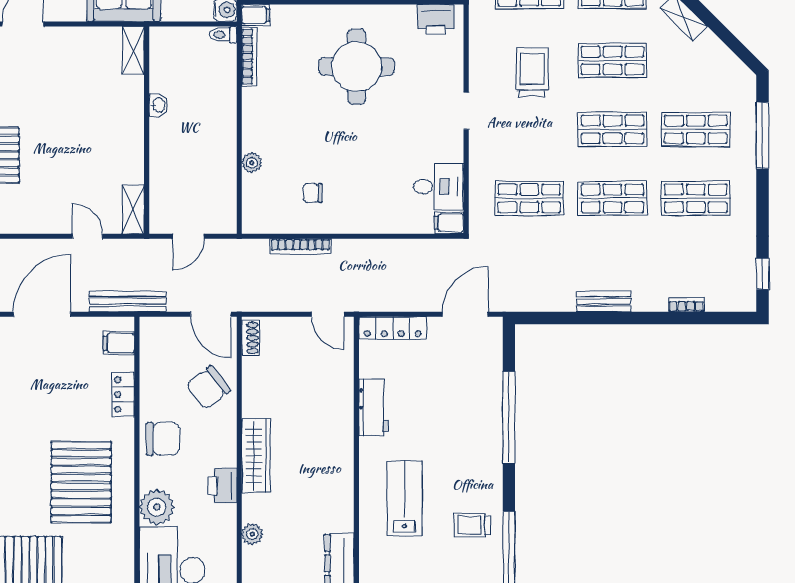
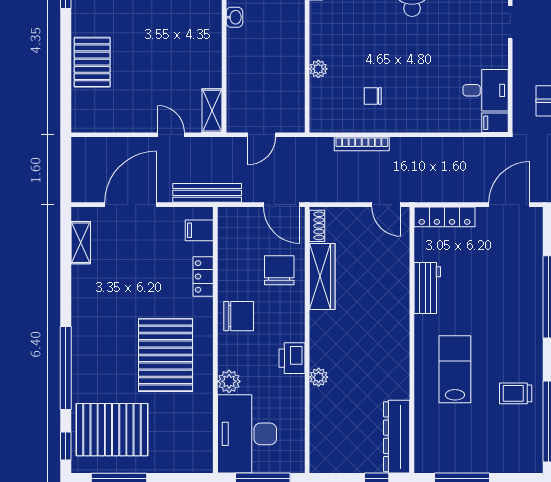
chair: (208, 388) -> (279, 270), turned 128
wardrobe: (256, 456) -> (322, 276), moved
plant: (157, 507) -> (229, 381), width x0.73, depth x0.73
plant: (252, 534) -> (319, 377), moved

